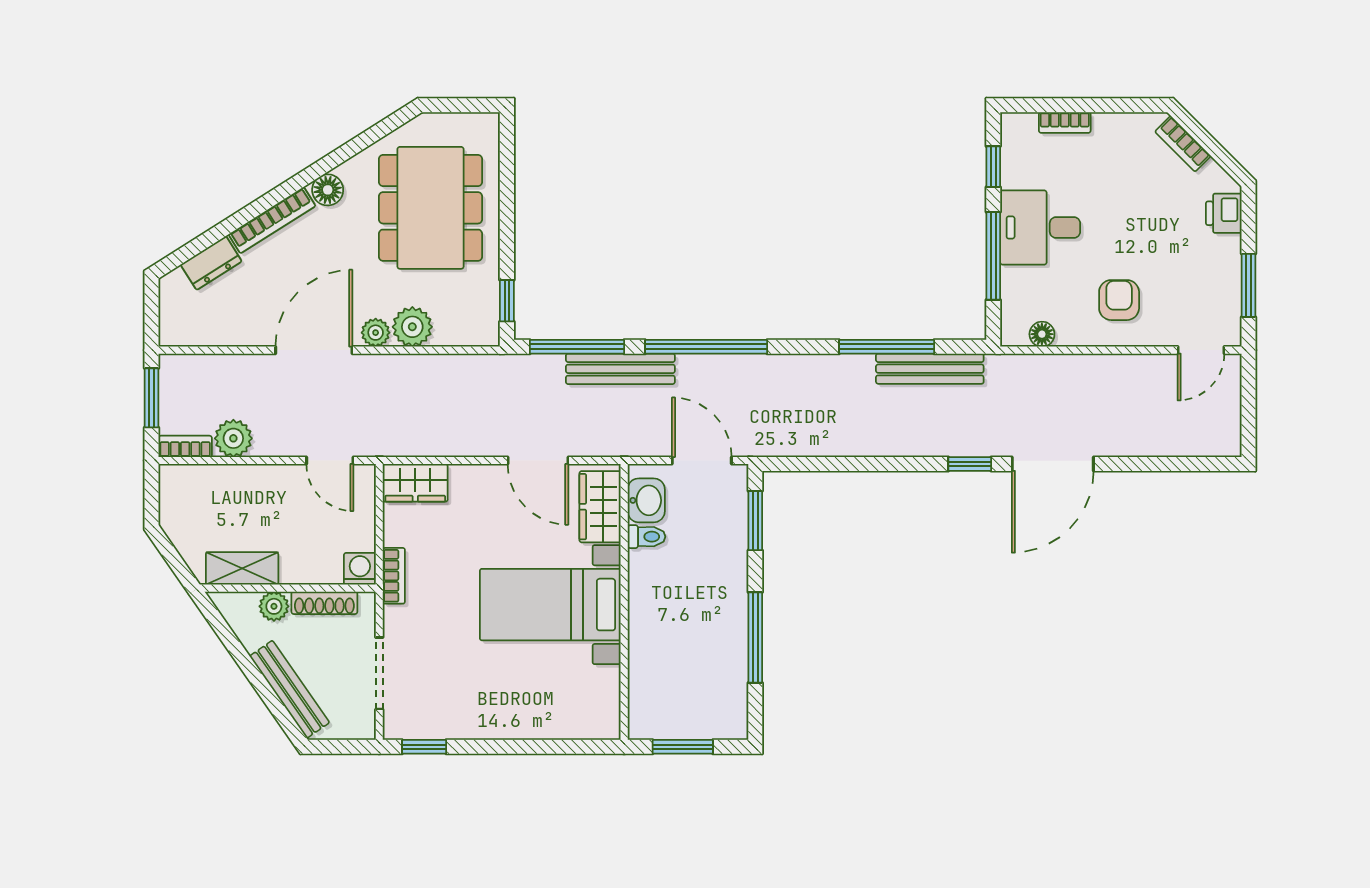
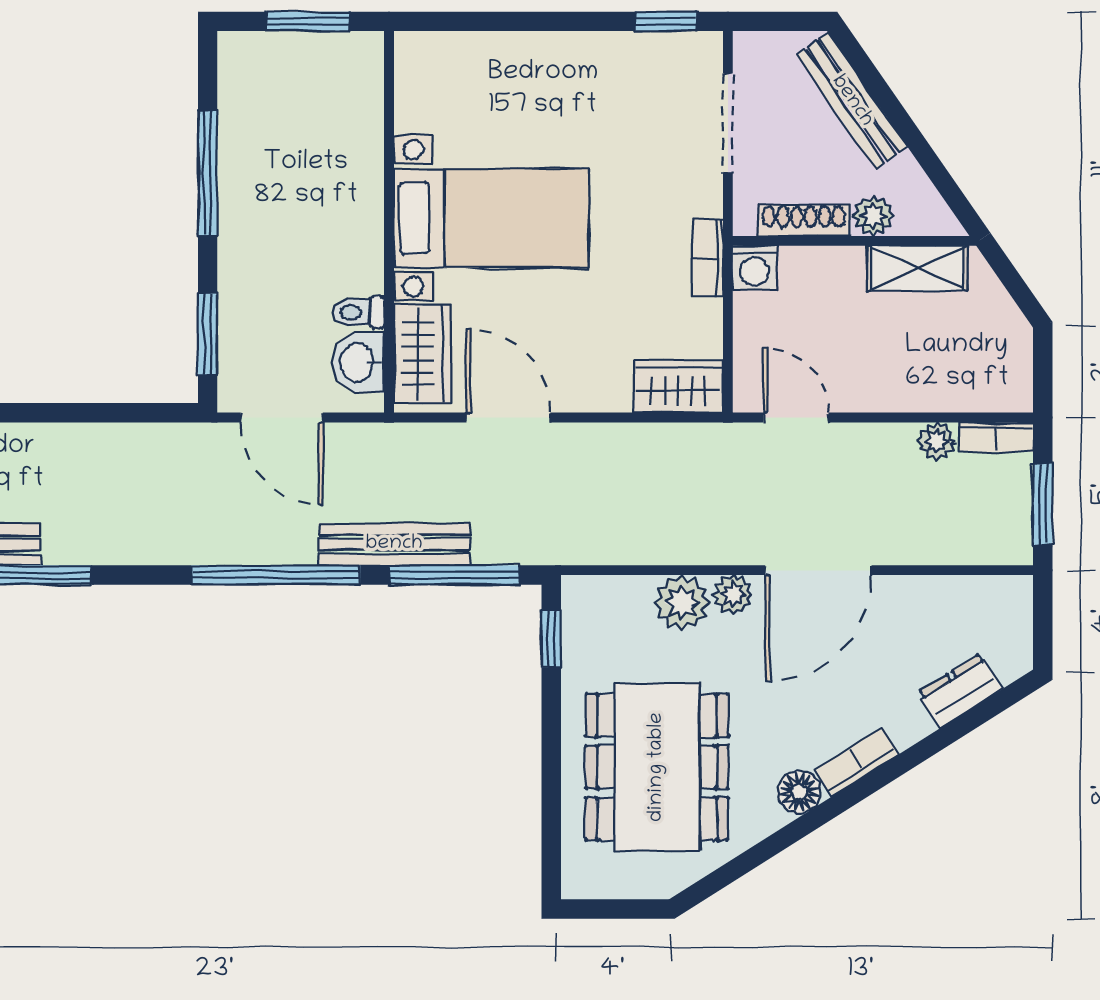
bookcase: (272, 220) -> (857, 762), width x0.64
plant: (233, 438) -> (937, 441), width x0.73, depth x0.73

